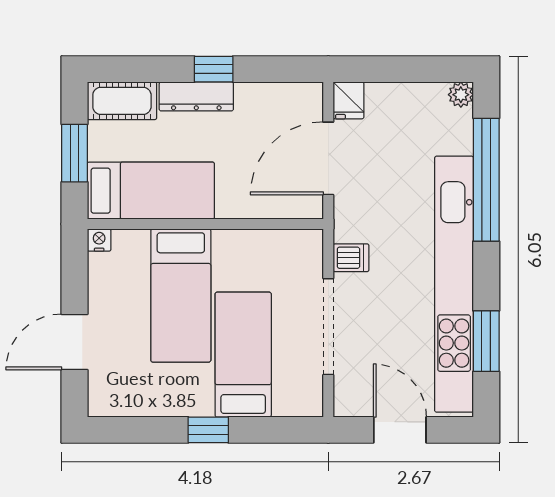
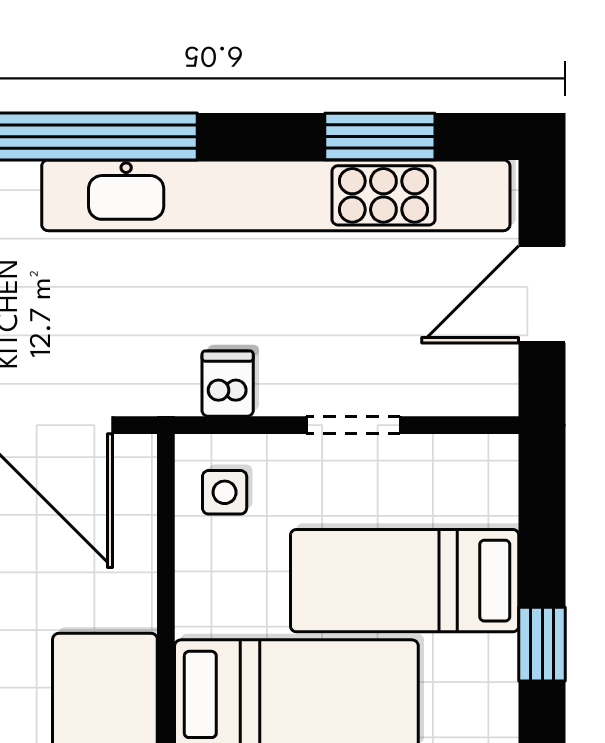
side table: (292, 256) -> (225, 492), added
doorway: (328, 327) -> (353, 425), width x0.53

